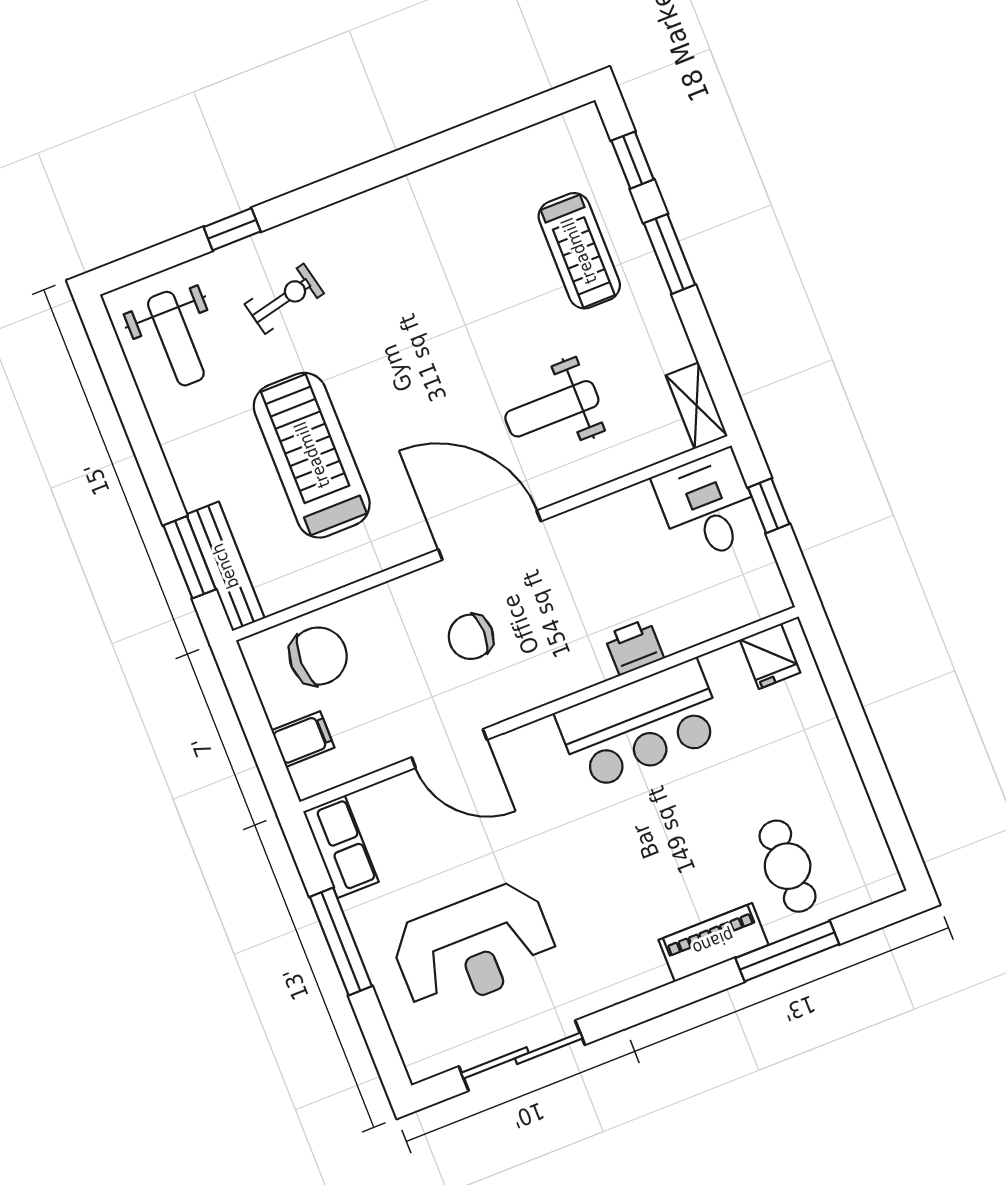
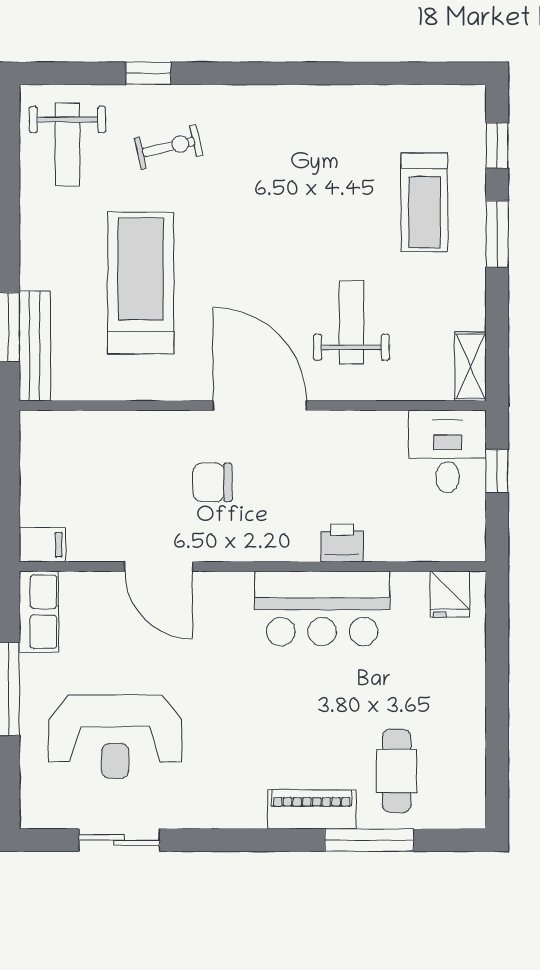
weight bench: (552, 409) -> (351, 322), turned 90
chair: (318, 656) -> (81, 449), removed
filing cabinet: (303, 739) -> (42, 545), moved
sliding door: (522, 1056) -> (119, 840), width x0.73

